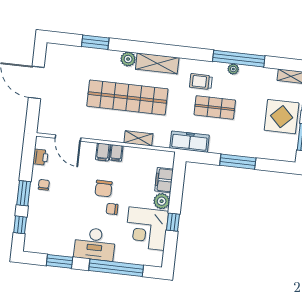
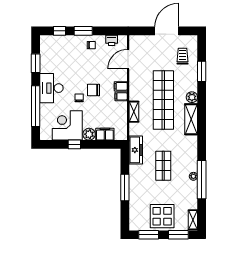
trolley: (201, 82) -> (182, 56), moved

